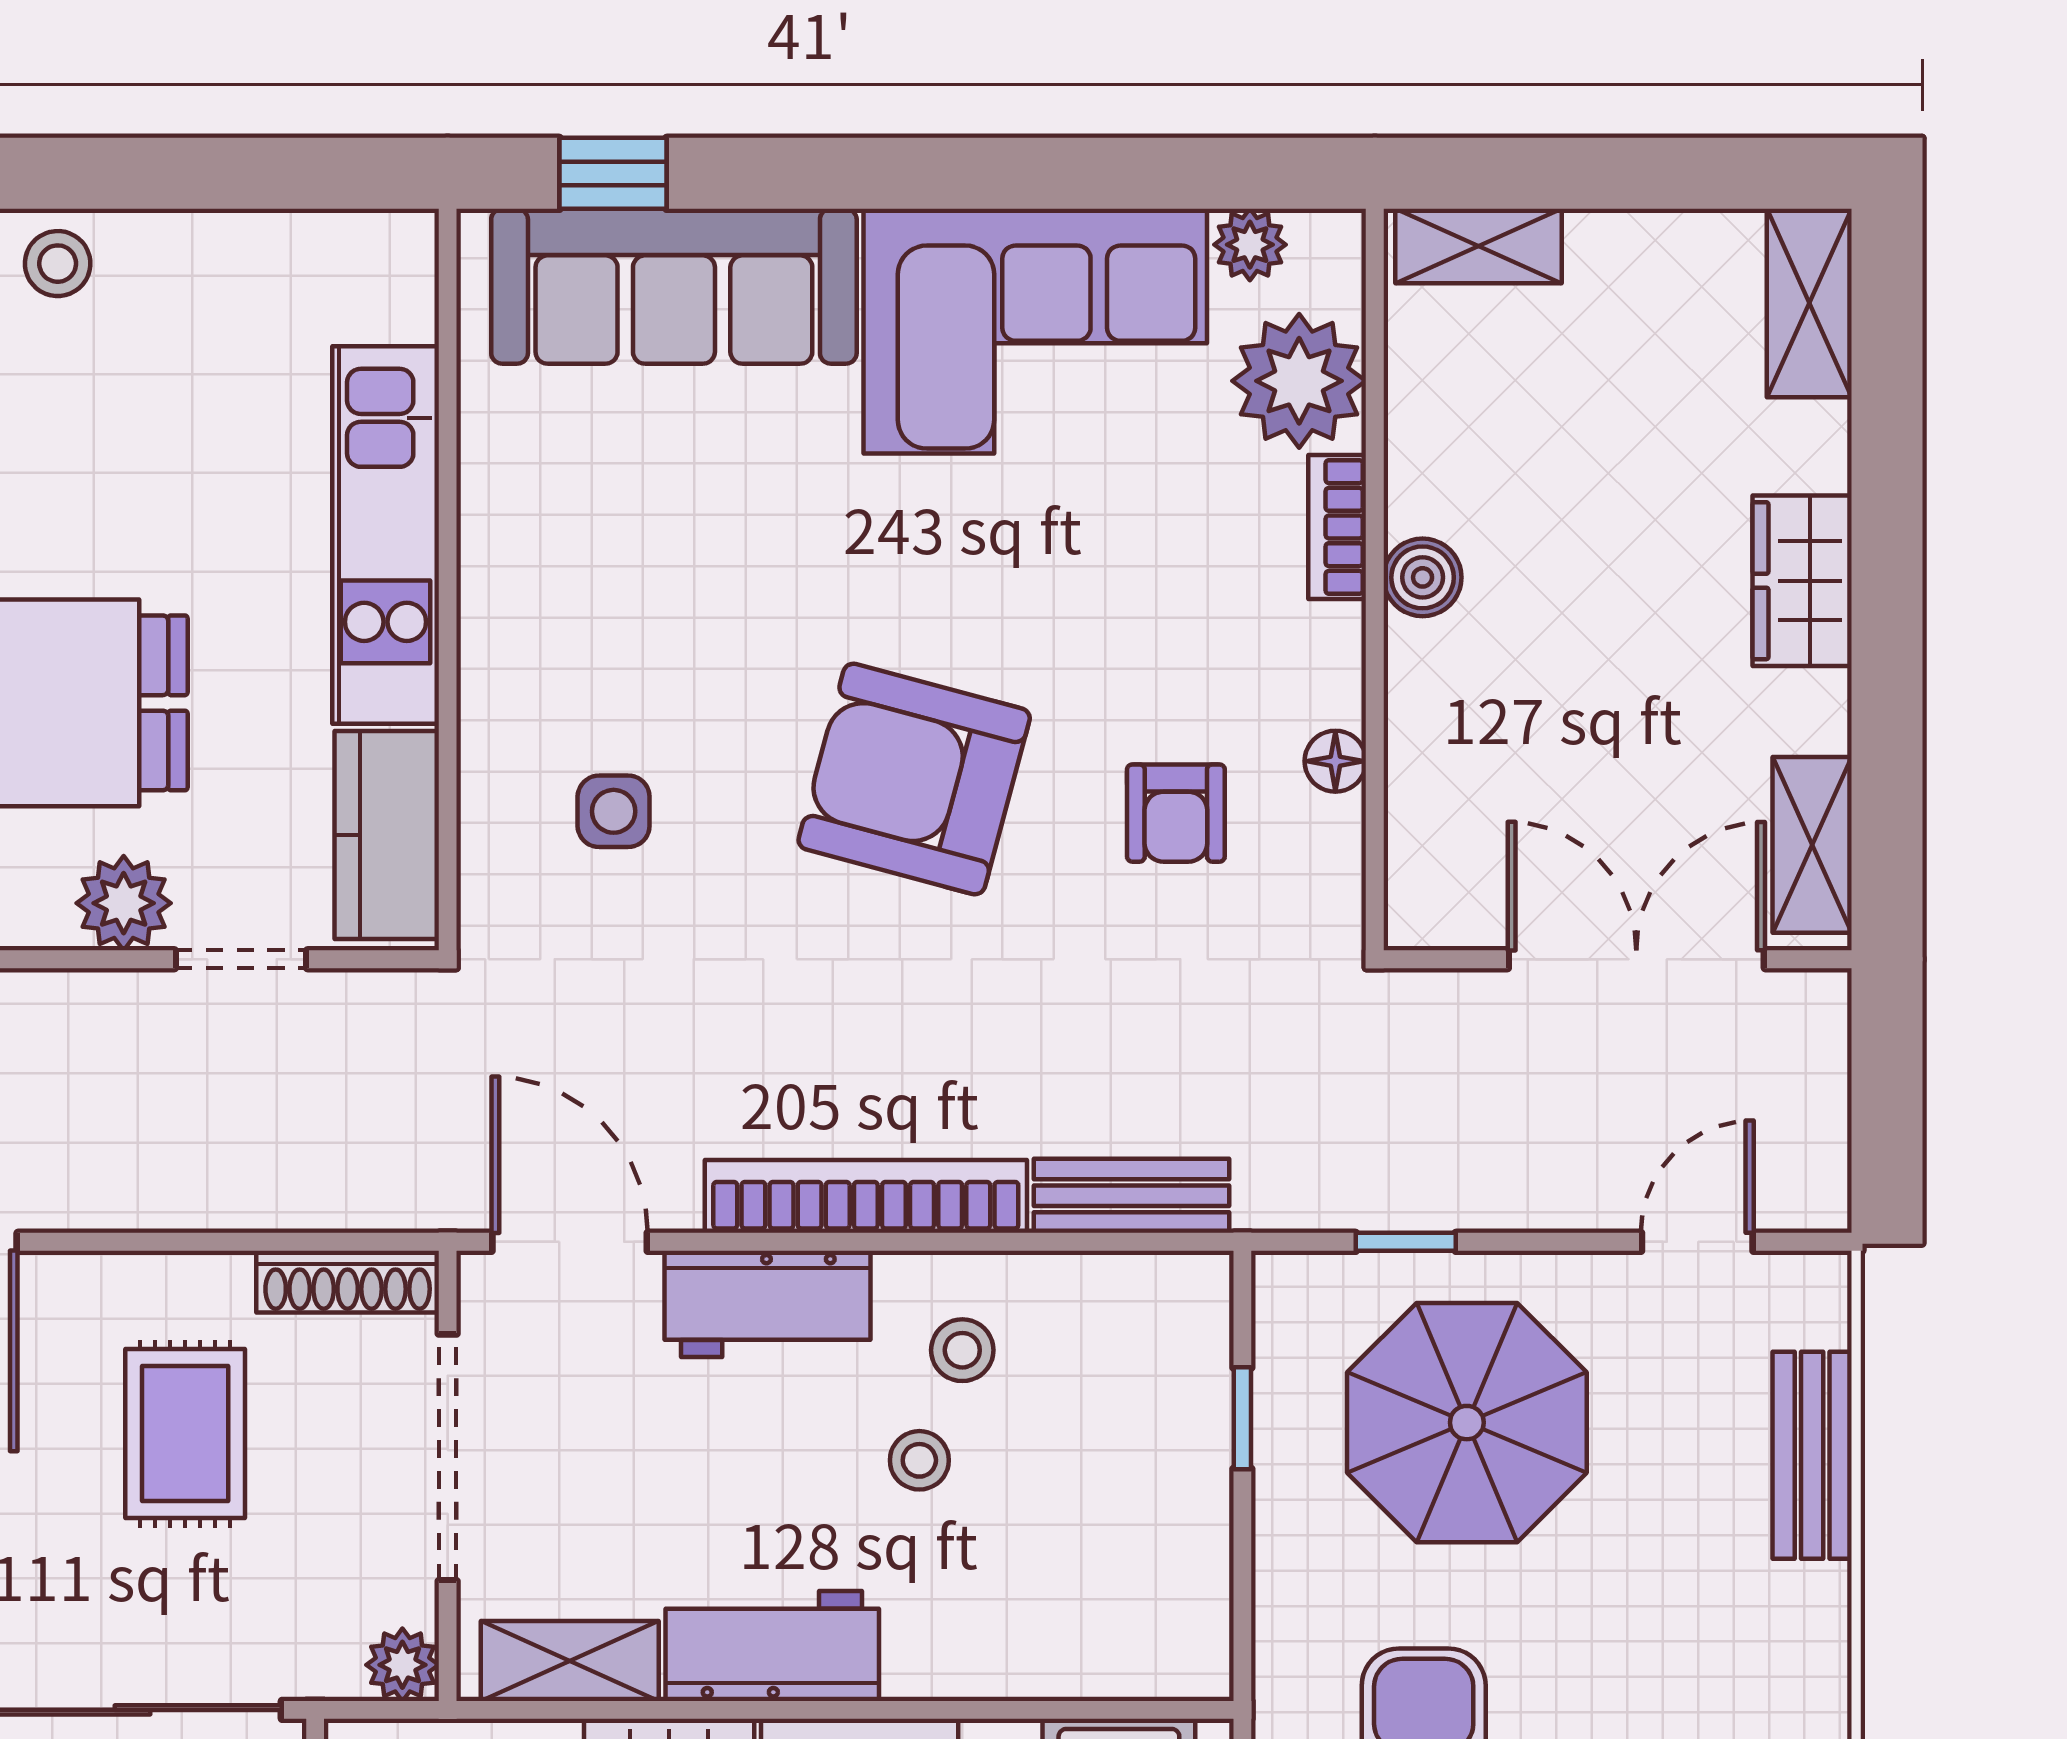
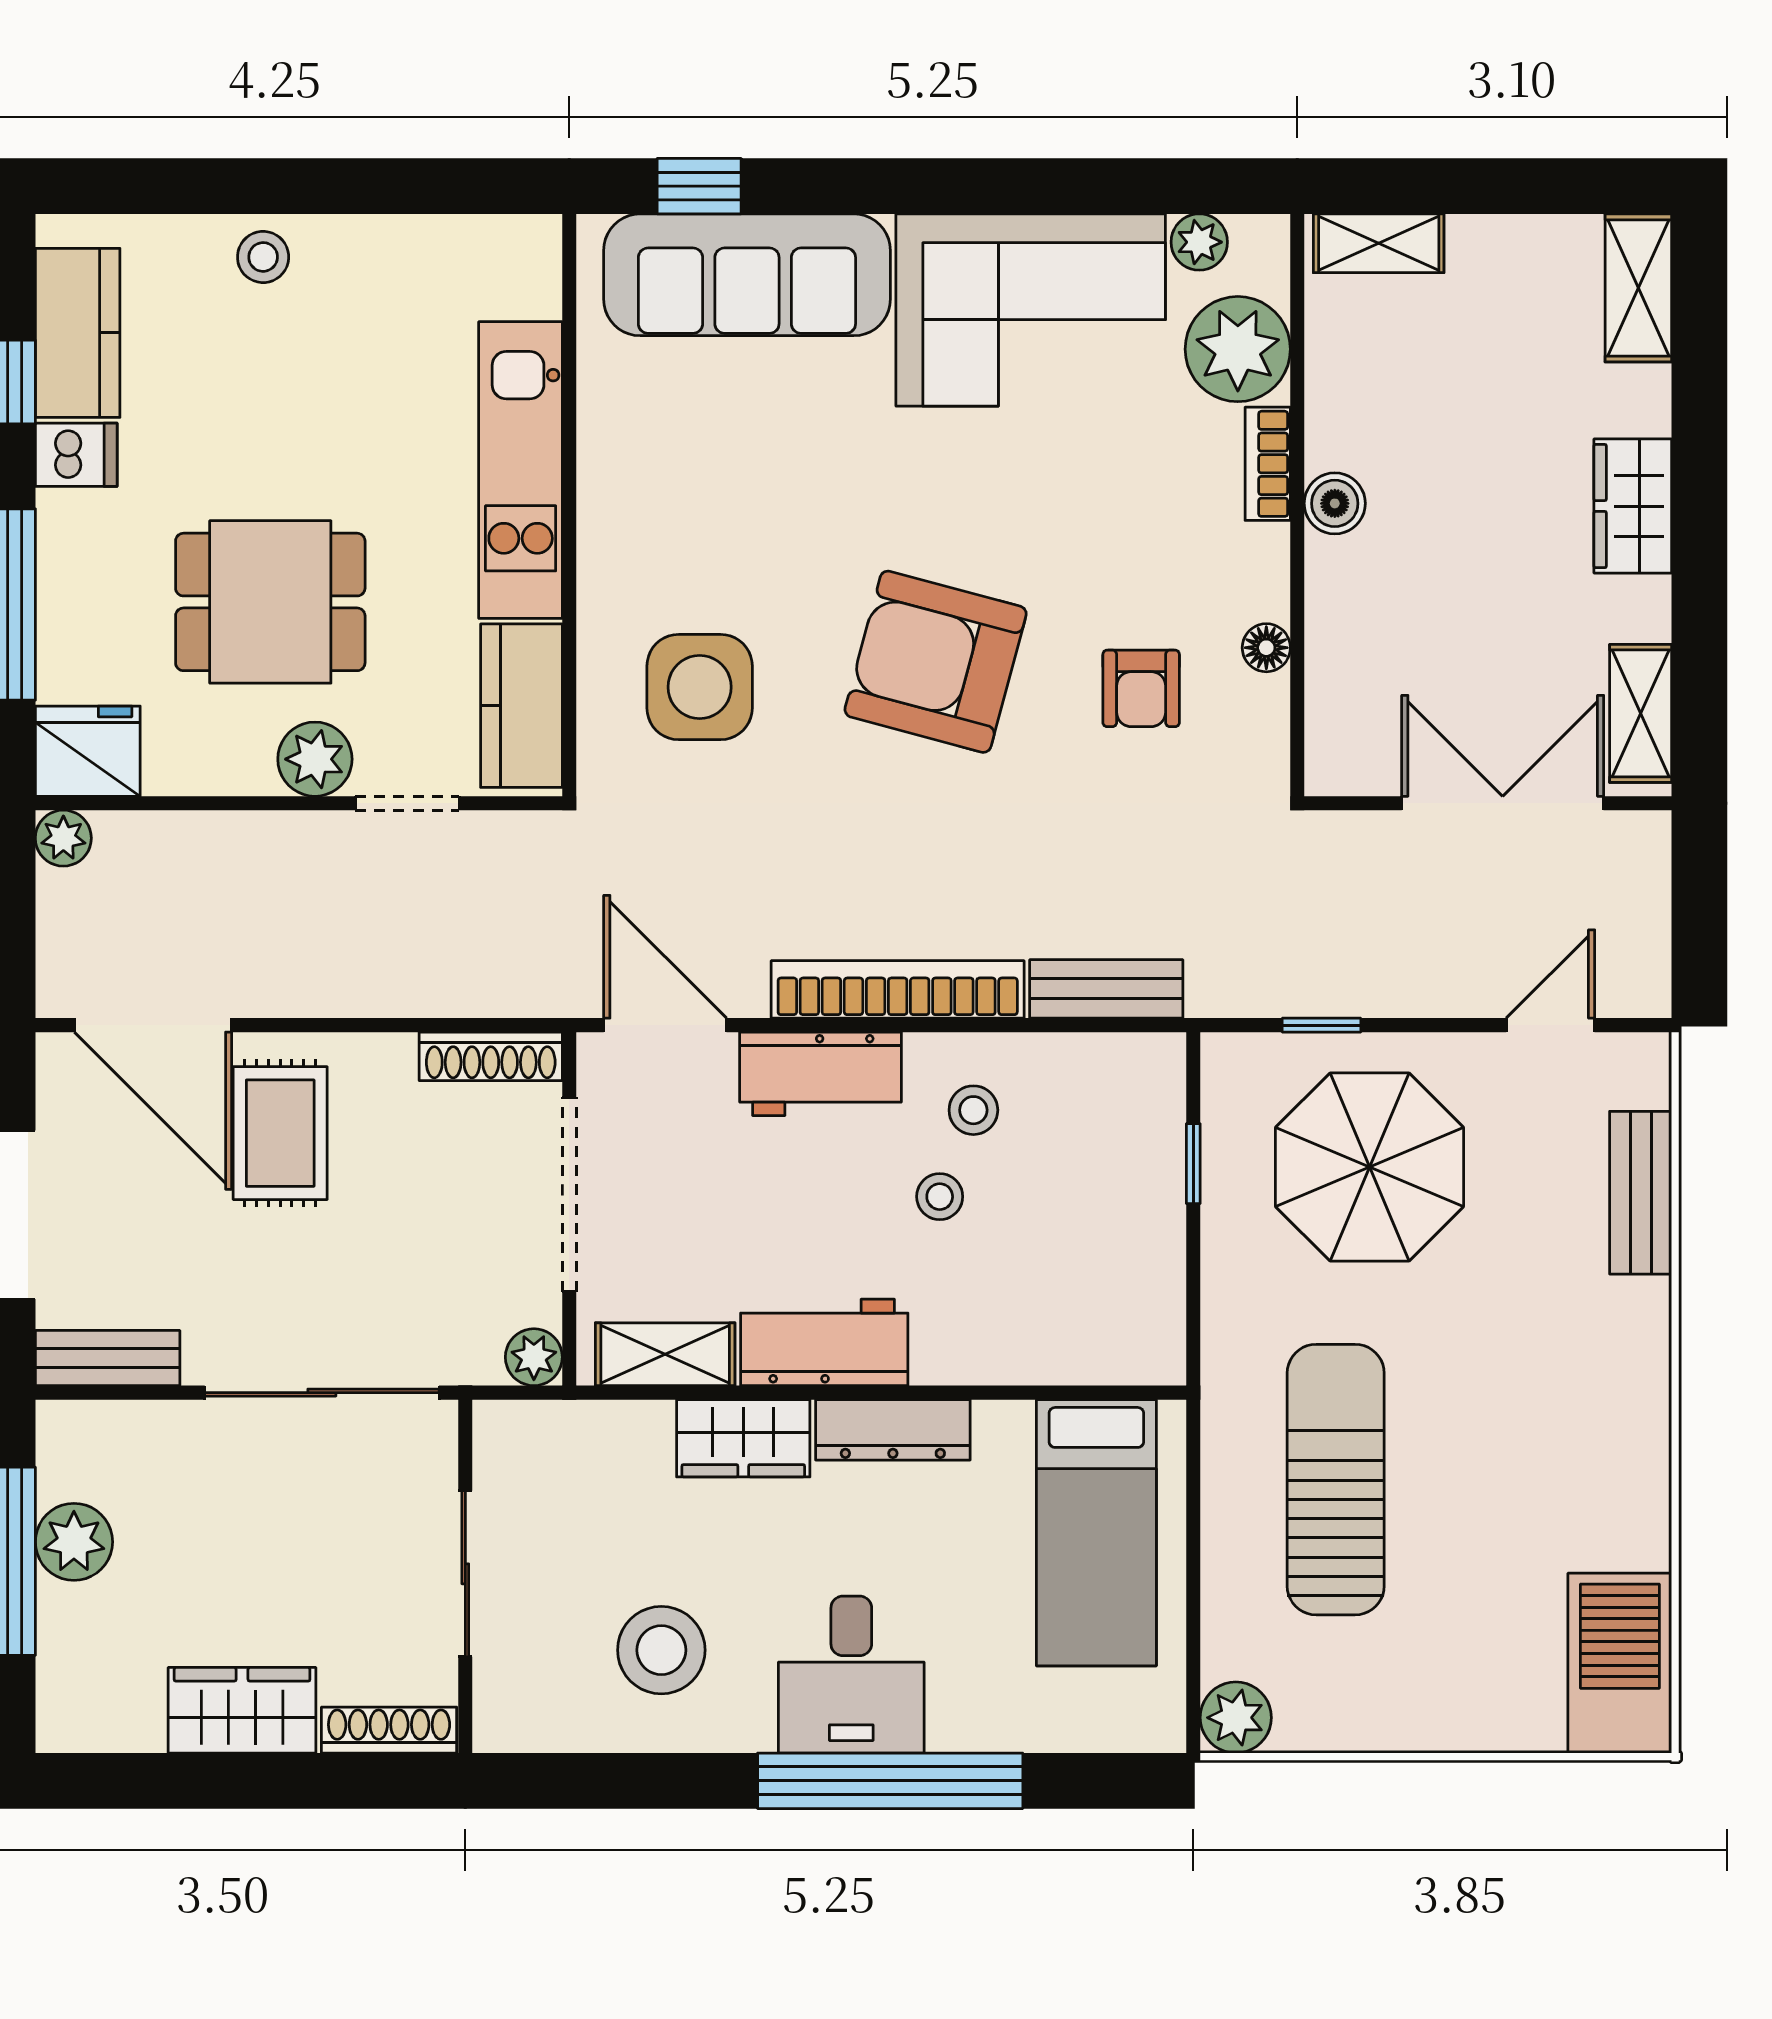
side table: (614, 811) -> (700, 687), width x1.87, depth x1.87
rug: (185, 1434) -> (280, 1133), moved

